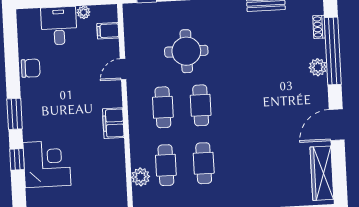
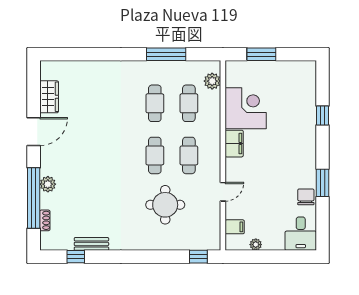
desk: (59, 26) -> (301, 234), moved
chair: (31, 68) -> (306, 197), turned 90
window: (15, 114) -> (322, 183), moved
corner desk: (47, 164) -> (246, 108), moved, turned 180
wardrobe: (322, 173) -> (49, 97), width x0.67
plant: (141, 177) -> (212, 81), moved

